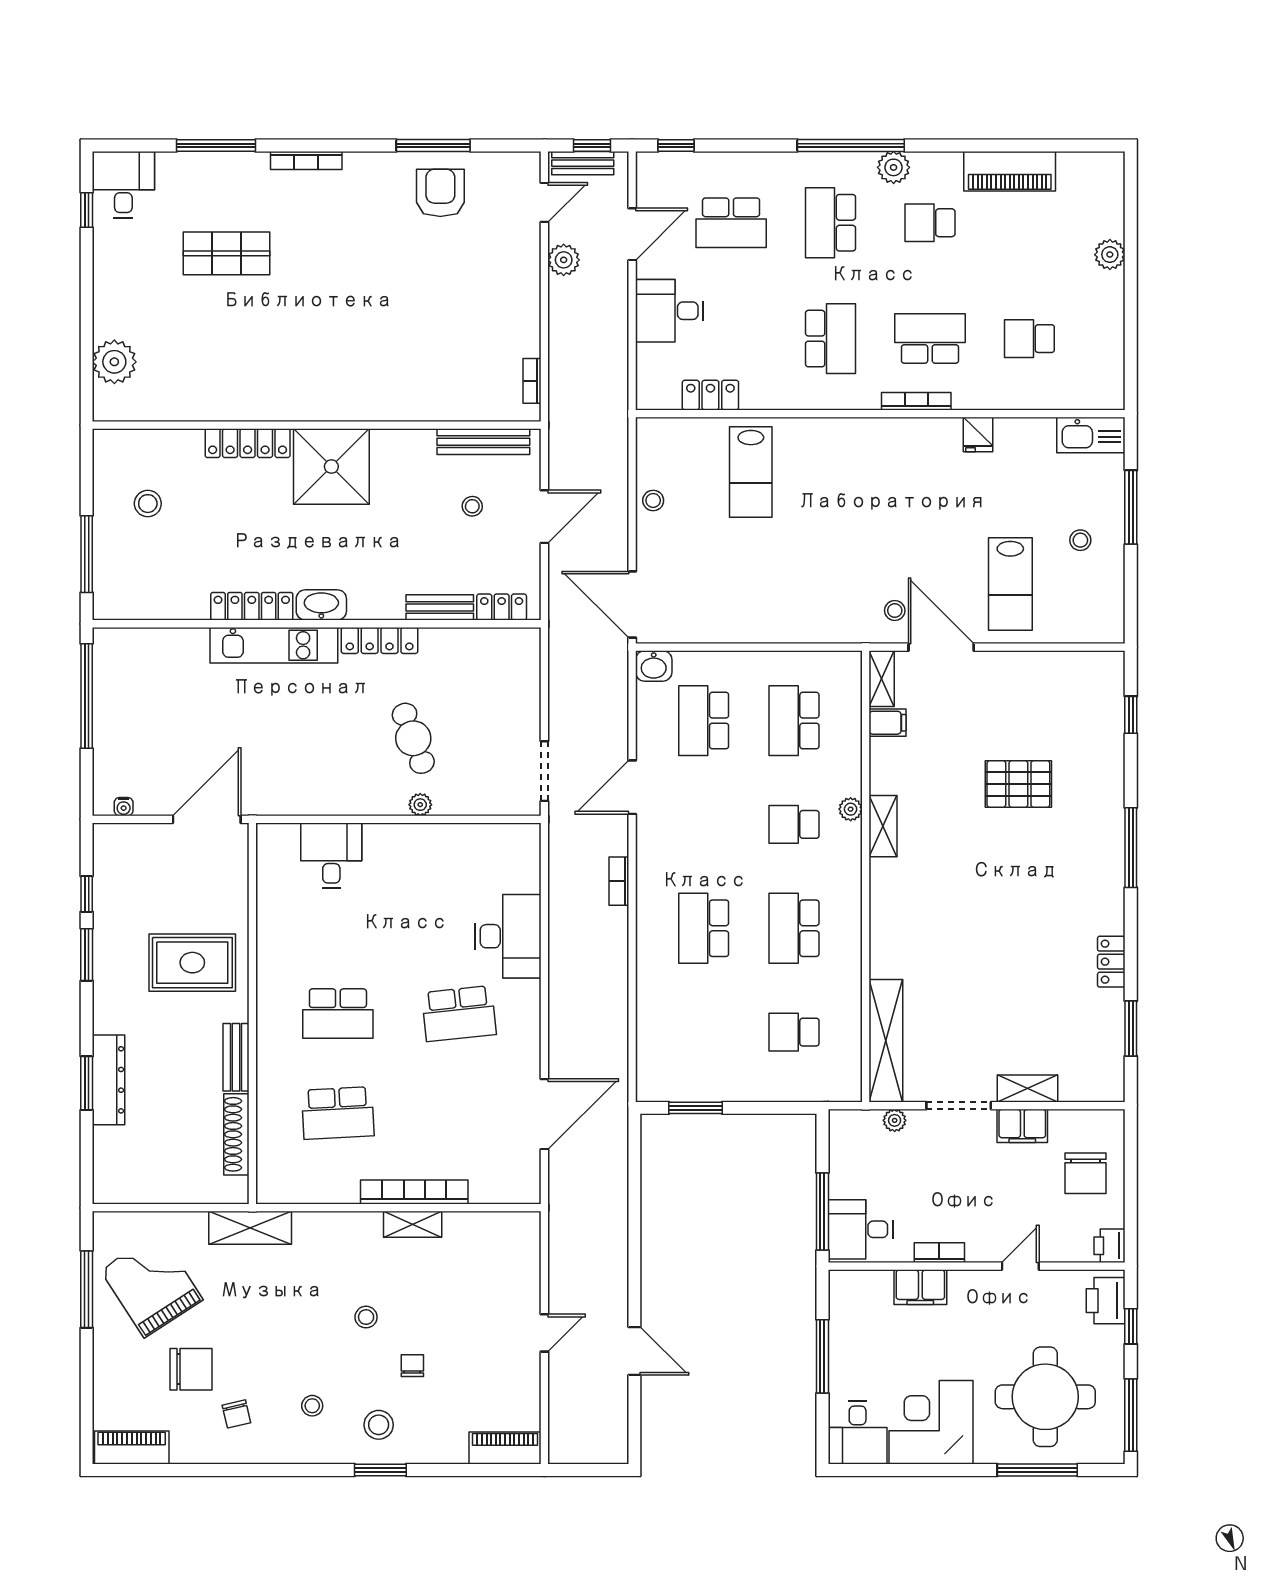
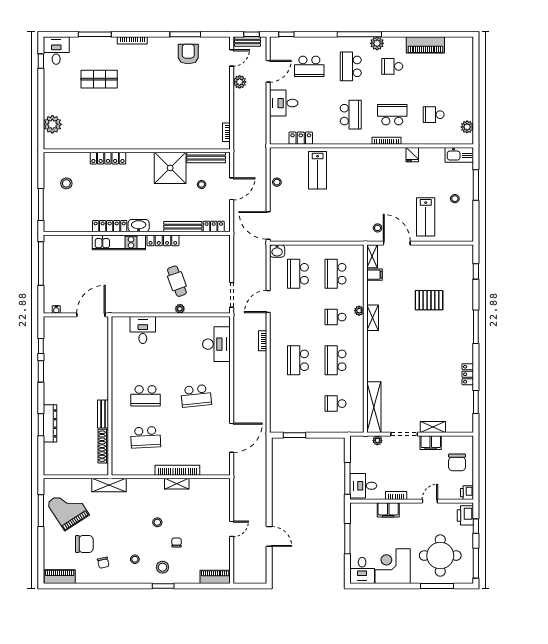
plant: (1110, 255) -> (467, 127), moved
shower: (331, 467) -> (170, 168), moved
bench: (440, 607) -> (183, 227), width x1.36
desk: (508, 936) -> (216, 344), moved
rug: (192, 963) -> (85, 375), removed

